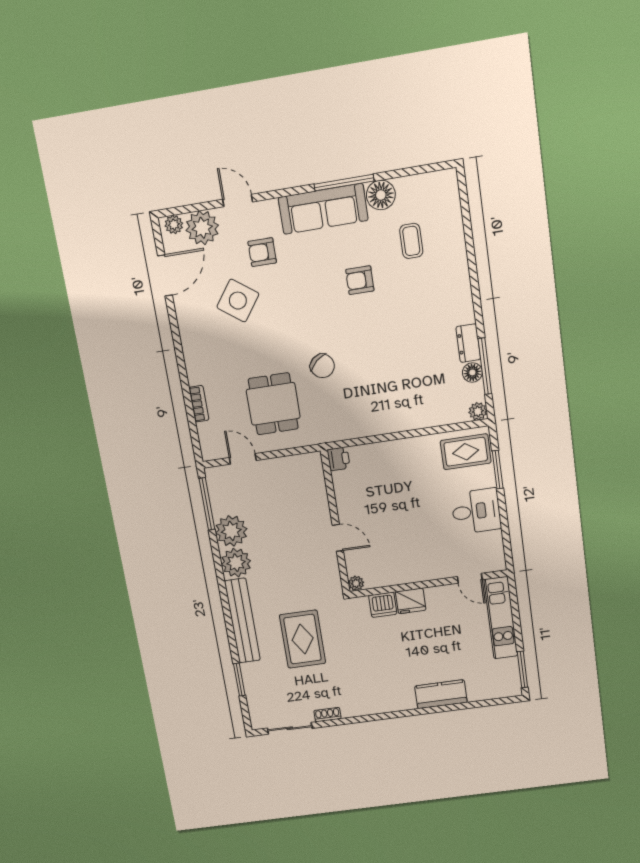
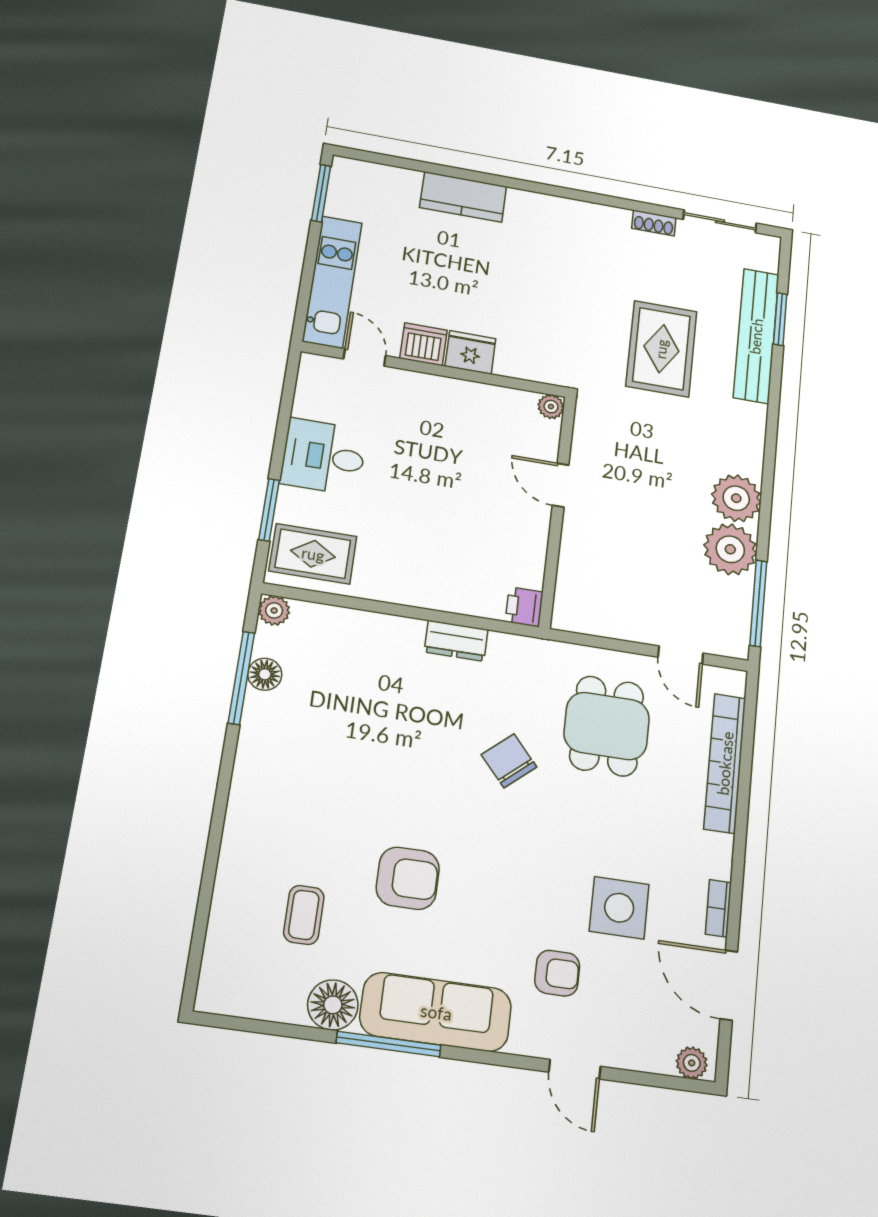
plant: (202, 228) -> (646, 1043), removed
door: (165, 275) -> (729, 985), hinge flipped
armchair: (360, 280) -> (408, 878), width x1.38, depth x1.38
side table: (238, 301) -> (619, 908), turned -36
bookcase: (182, 318) -> (718, 908), added
dresser: (468, 343) -> (456, 641), moved, turned 90
bookcase: (199, 404) -> (725, 763), width x2.31, depth x1.31
dishwasher: (383, 605) -> (423, 344), moved
bench: (242, 621) -> (756, 336), moved

